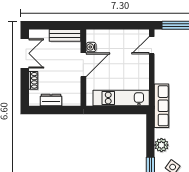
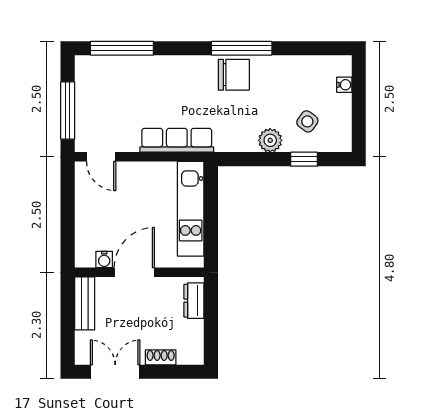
door: (83, 65) -> (134, 272), hinge flipped
dresser: (51, 100) -> (194, 301), moved
row of seats: (162, 106) -> (177, 140), moved

